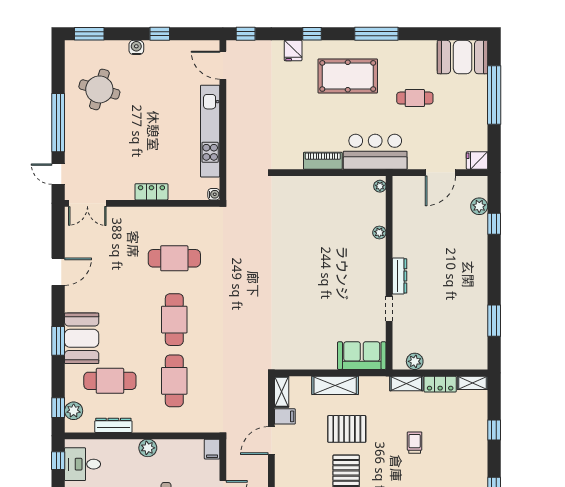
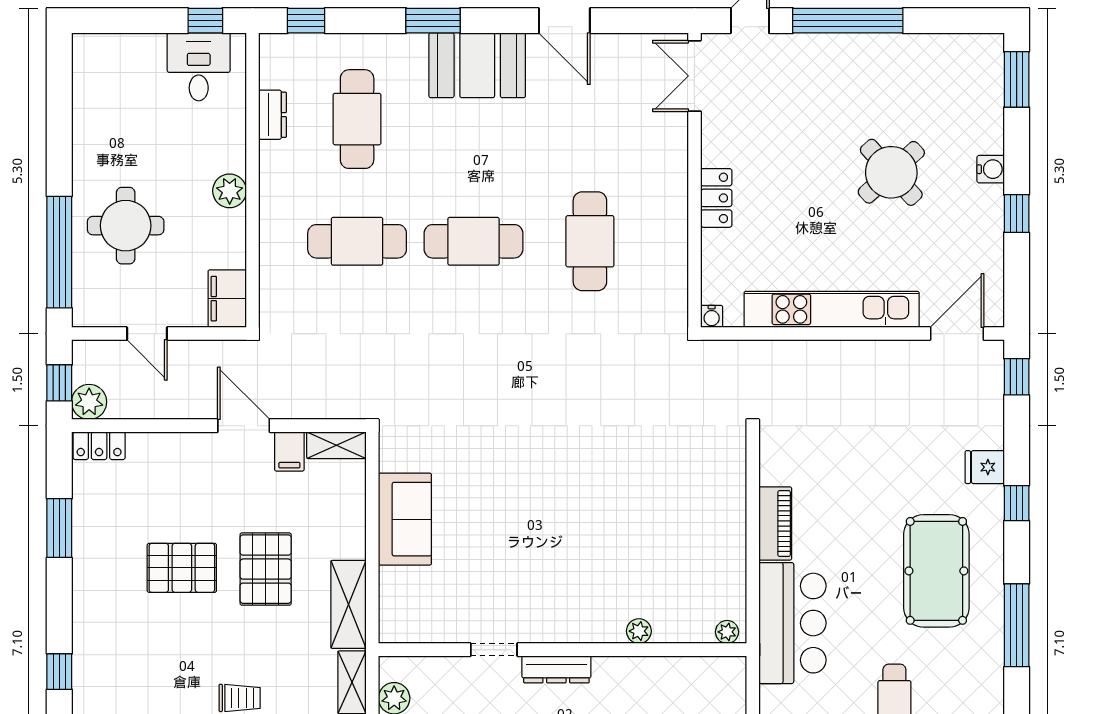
round table: (99, 89) -> (891, 172), moved, turned 32
booth: (82, 338) -> (477, 65), moved
sofa: (362, 356) -> (405, 519), moved
shelving: (335, 385) -> (348, 604), moved
plant: (74, 411) -> (300, 50), removed
dresser: (113, 425) -> (273, 115), width x0.70
filing cabinet: (212, 449) -> (227, 299), width x2.00

